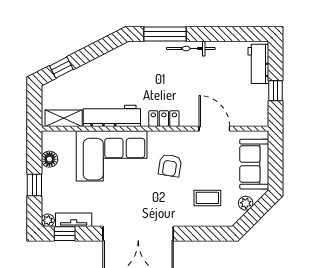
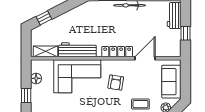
locker: (164, 119) -> (117, 52), width x1.53
door: (214, 129) -> (145, 58), hinge flipped

